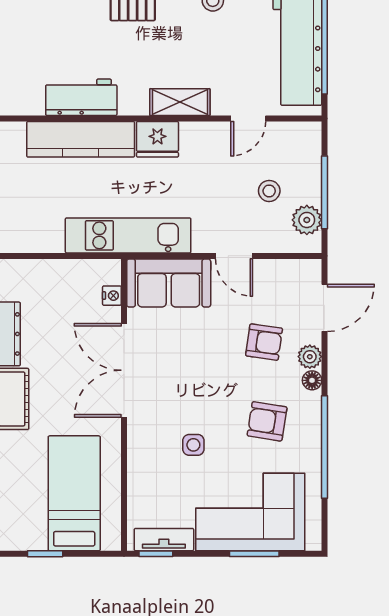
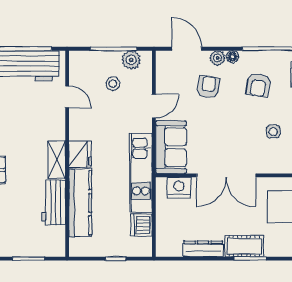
shelving: (180, 102) -> (57, 160), moved
dishwasher: (45, 236) -> (142, 225), added
nightstand: (112, 296) -> (179, 188), width x1.89, depth x1.79

